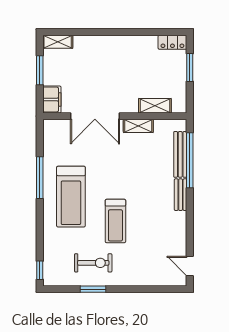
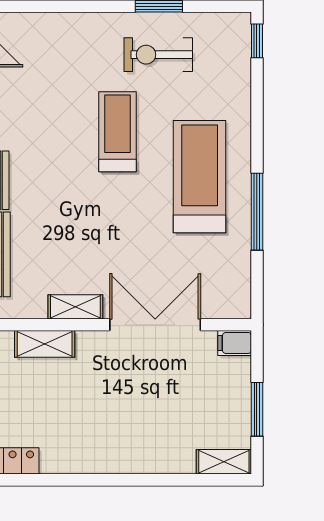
filing cabinet: (52, 99) -> (235, 343), width x0.50

